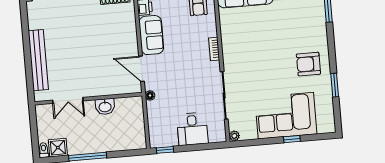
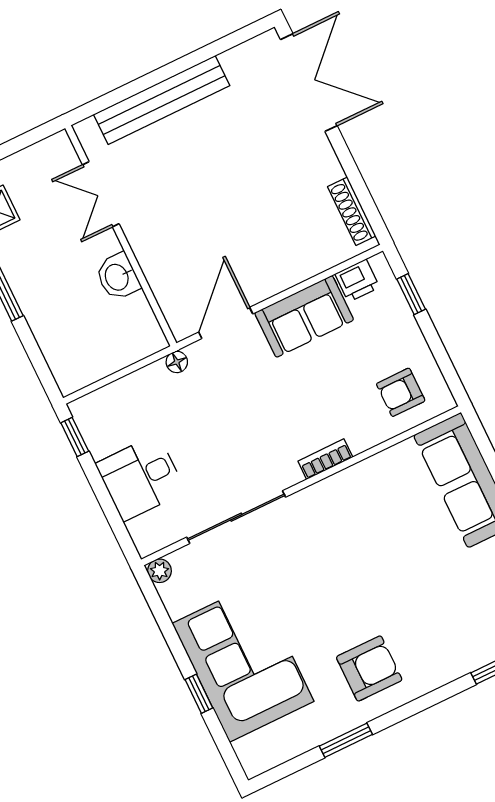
armchair: (308, 64) -> (369, 669), turned 90

